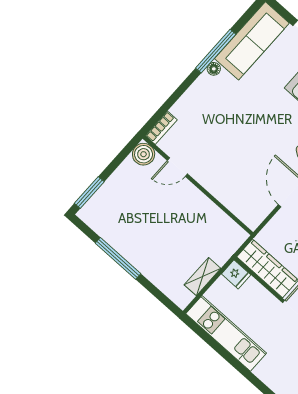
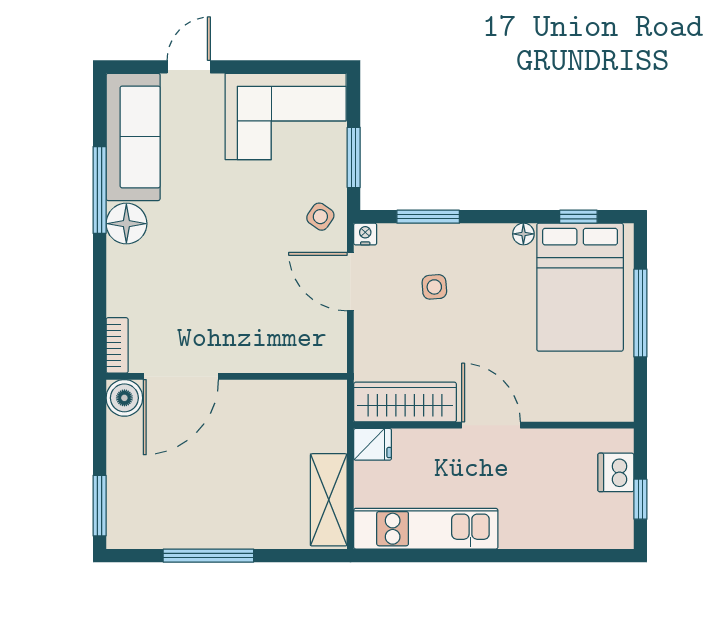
floor lamp: (214, 69) -> (126, 224), width x1.89, depth x1.89
door: (177, 167) -> (181, 376), width x1.88
shelving: (202, 277) -> (329, 500), width x1.50, depth x1.33

